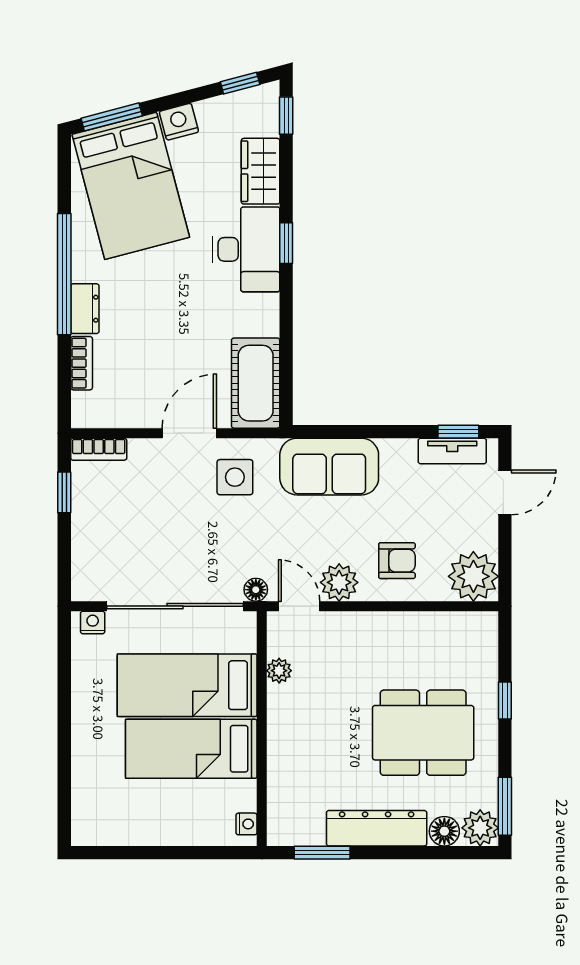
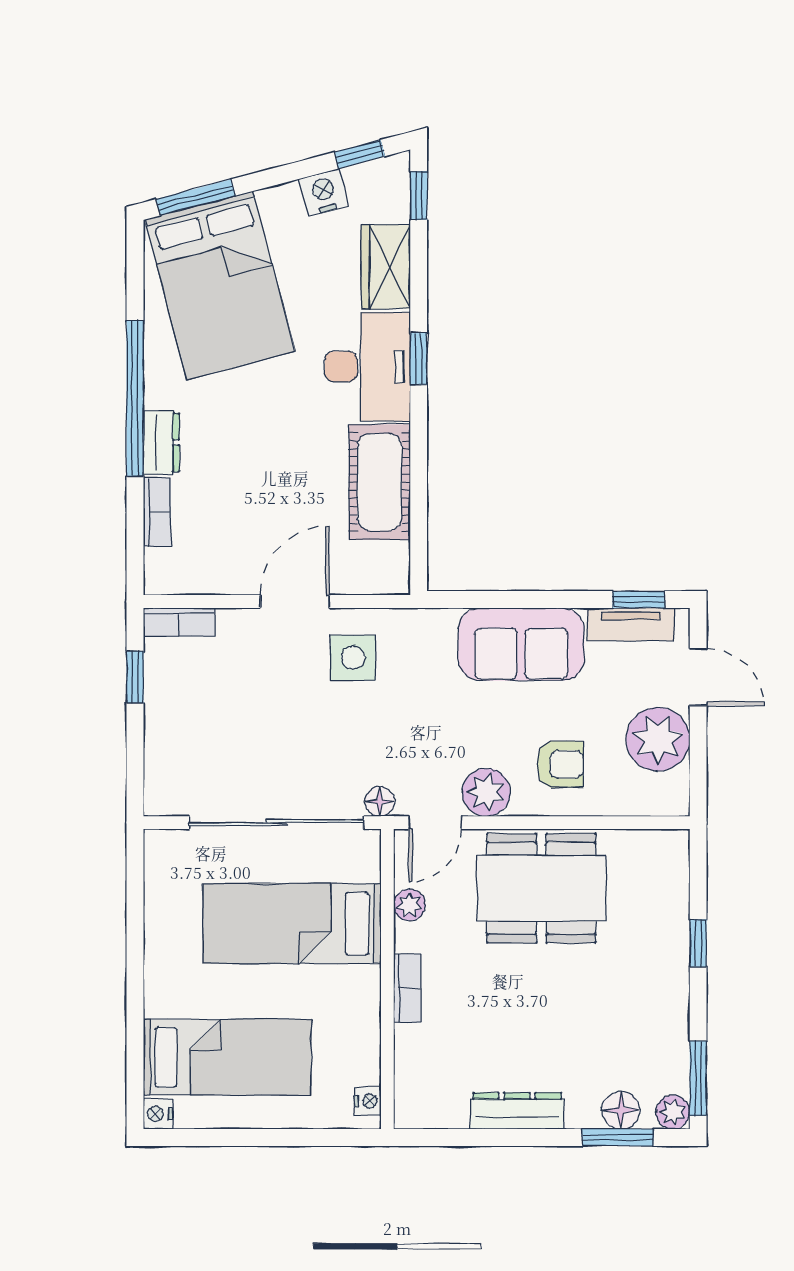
nightstand: (179, 122) -> (324, 192), moved
cot: (256, 383) -> (380, 482), moved
sofa: (329, 467) -> (521, 644), moved
door: (505, 492) -> (698, 677), hinge flipped
plant: (473, 576) -> (658, 739), moved
door: (299, 606) -> (435, 823), swing flipped
nightstand: (93, 622) -> (158, 1114), moved, turned -90
dining table: (423, 733) -> (541, 888), moved
bookcase: (277, 736) -> (407, 988), added
bed: (191, 749) -> (227, 1057), moved, turned 180
dresser: (377, 828) -> (517, 1111), width x0.73, depth x0.80
plant: (480, 828) -> (673, 1112), width x0.73, depth x0.73
window: (322, 853) -> (618, 1138), moved

